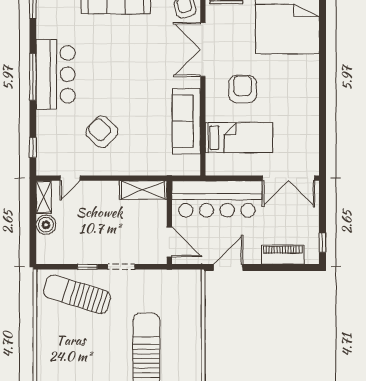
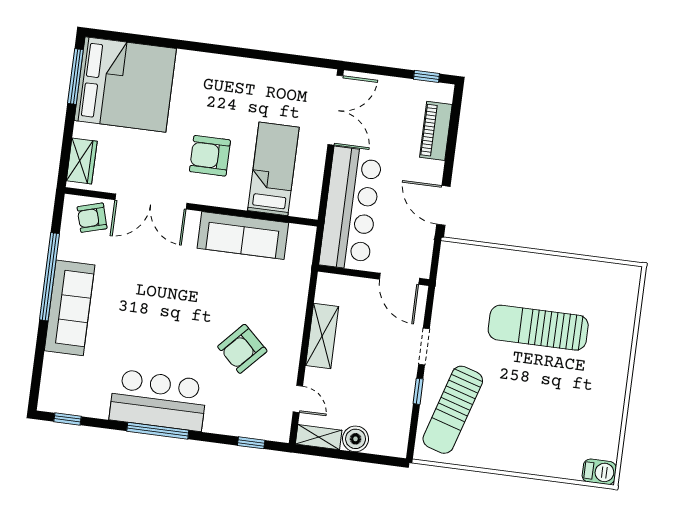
shelving: (143, 190) -> (322, 336), moved
door: (169, 242) -> (399, 279), swing flipped

